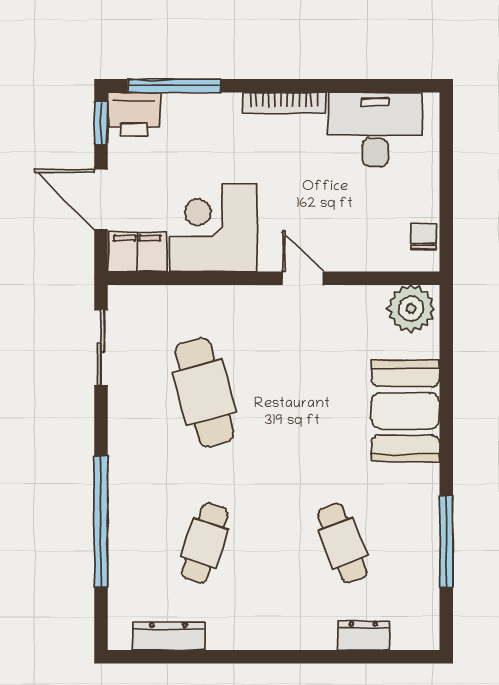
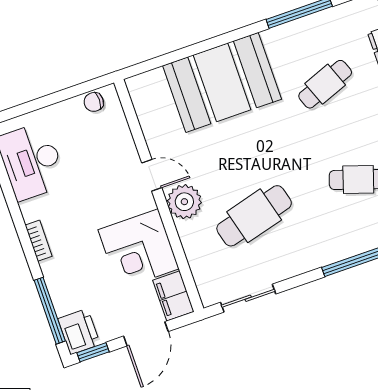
bookcase: (284, 103) -> (39, 241), width x0.64
door: (303, 278) -> (152, 175), swing flipped
plant: (411, 309) -> (184, 202), moved
booth: (405, 411) -> (222, 82), width x1.36, depth x1.42

